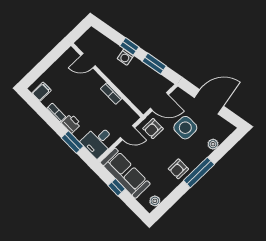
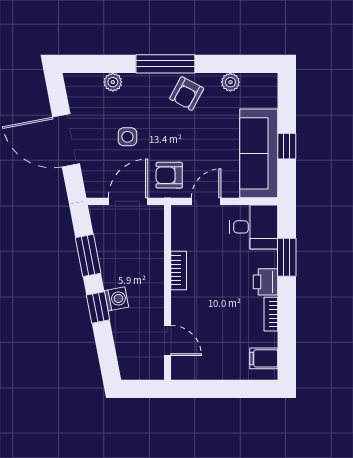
door: (159, 102) -> (128, 201), hinge flipped
side table: (185, 128) -> (127, 137), width x0.54, depth x0.54
armchair: (153, 129) -> (169, 175), turned 180
door: (128, 133) -> (206, 201), hinge flipped
armchair: (178, 169) -> (187, 94), turned 118
plant: (155, 201) -> (230, 82), moved

